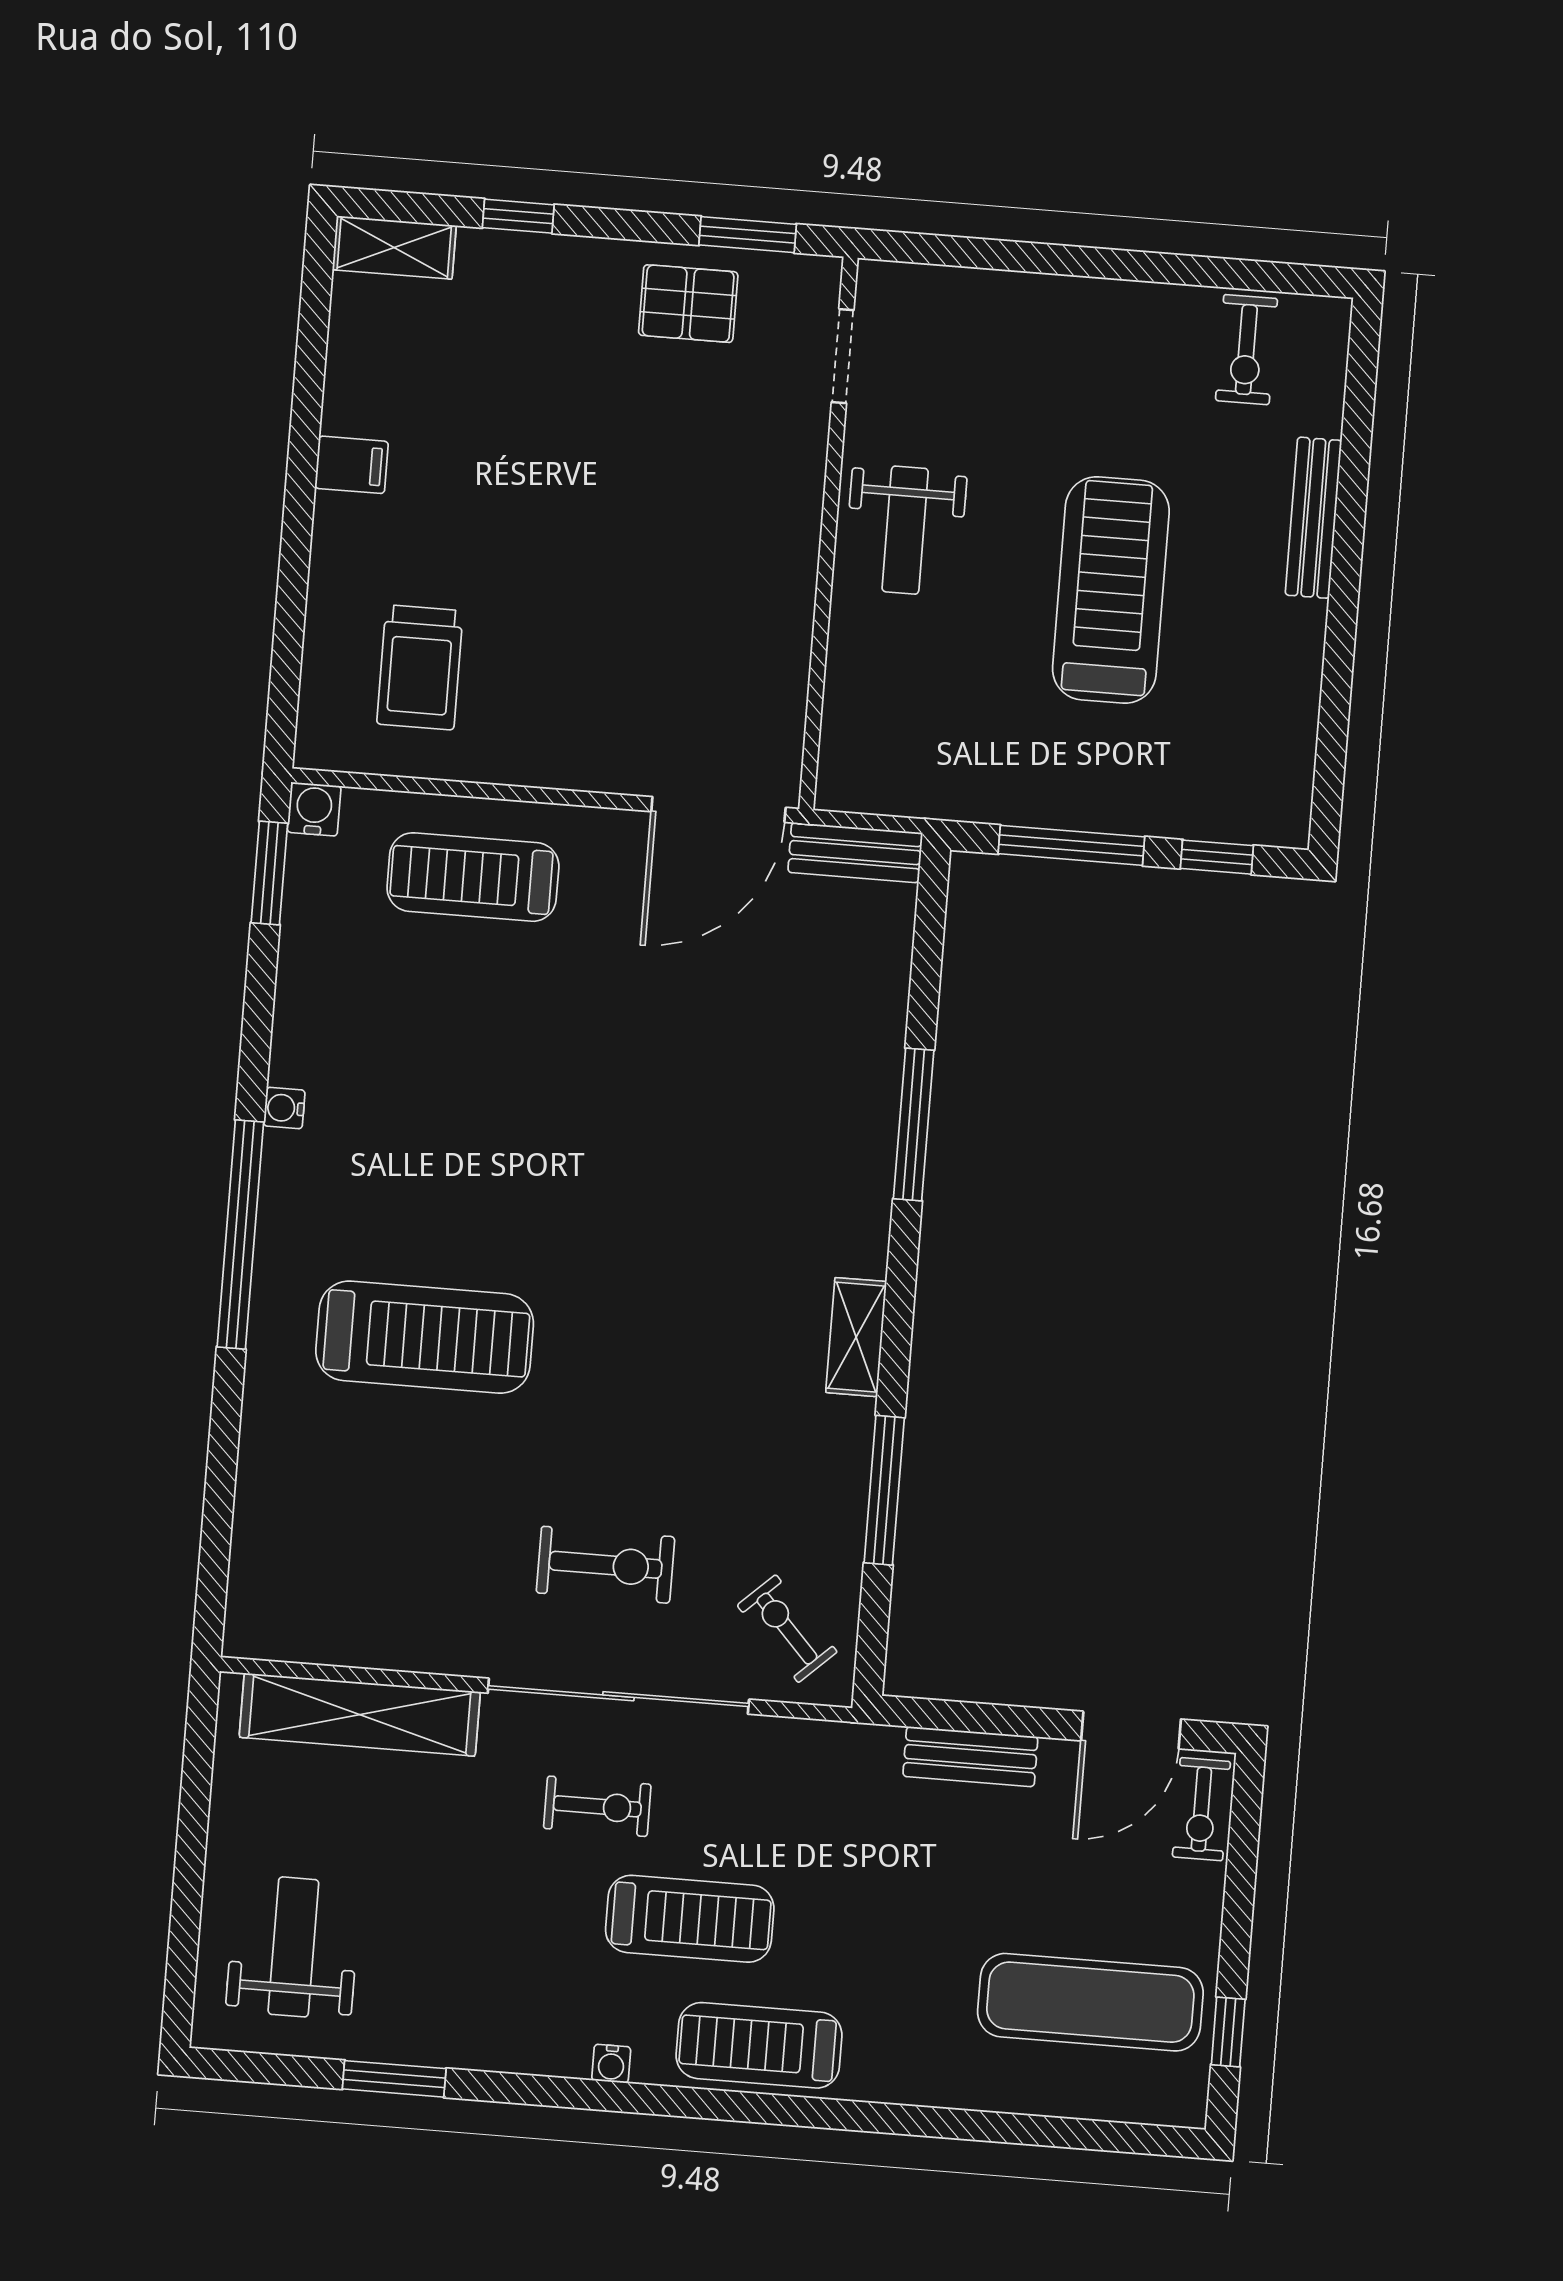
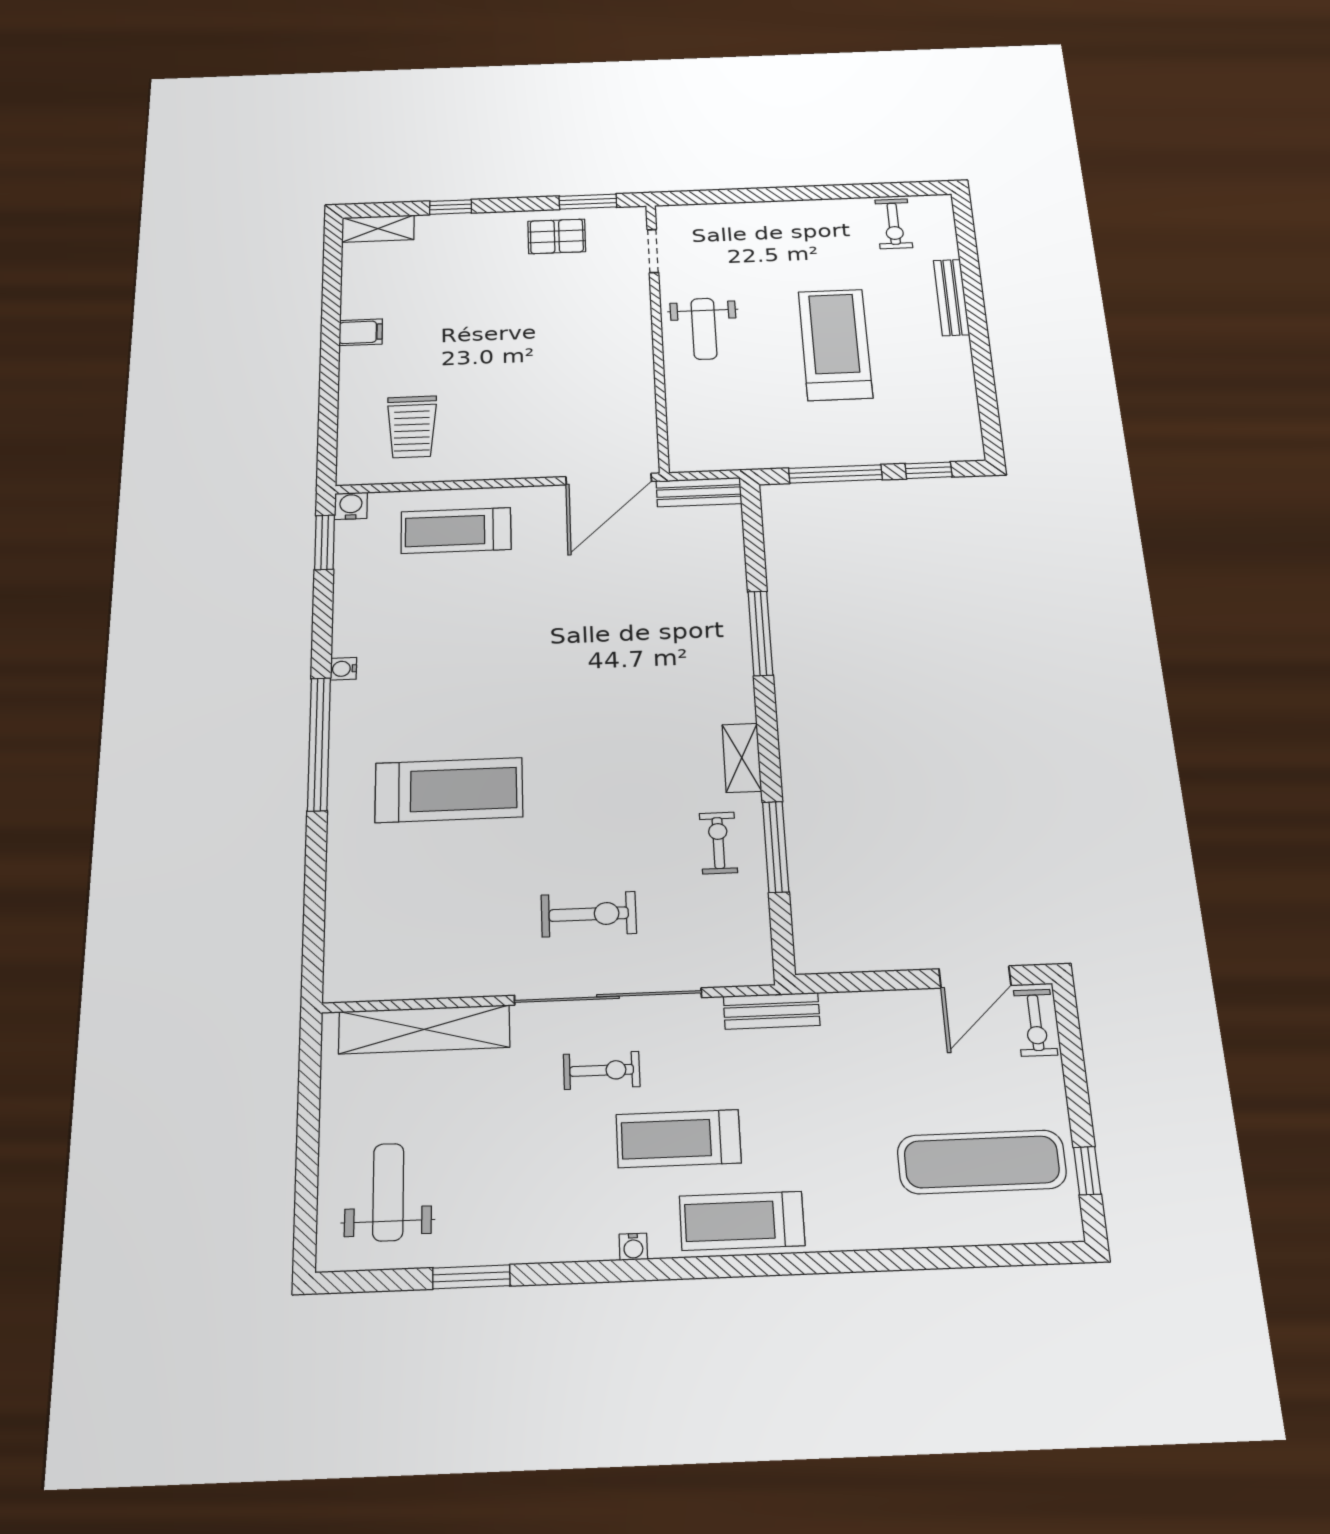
exercise bike: (787, 1629) -> (718, 843), moved, turned 43
bench: (970, 1757) -> (772, 1011), moved
treadmill: (690, 1919) -> (678, 1139), turned 180

